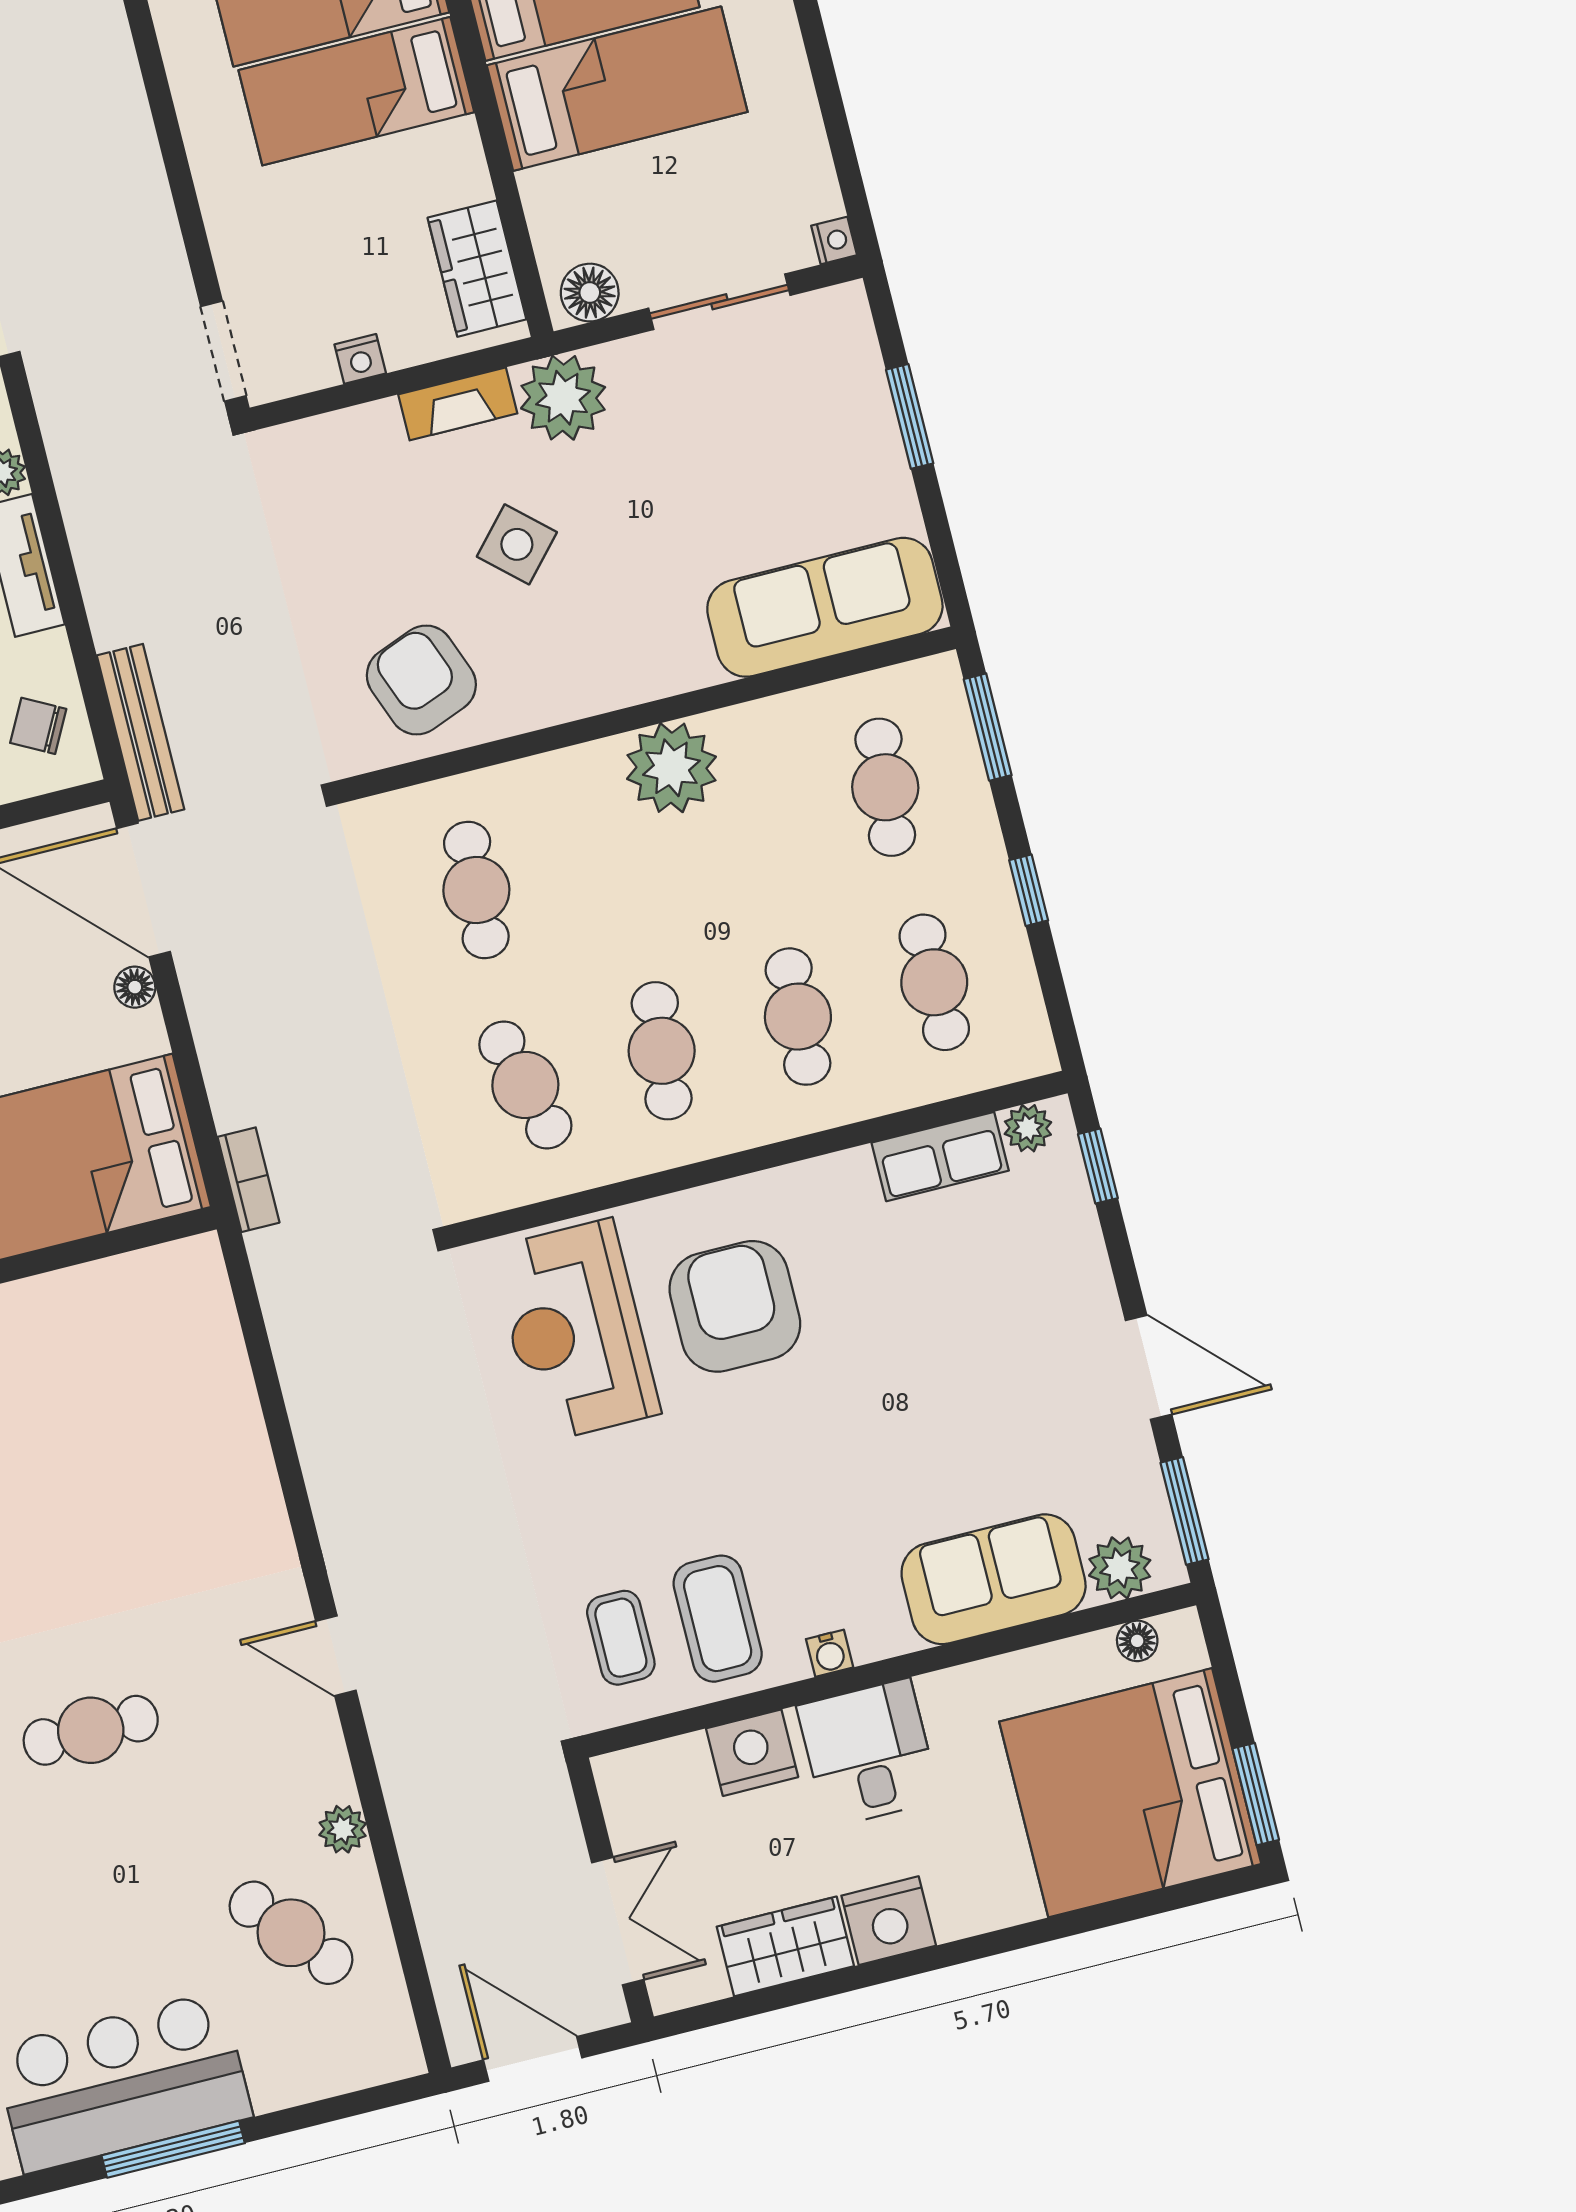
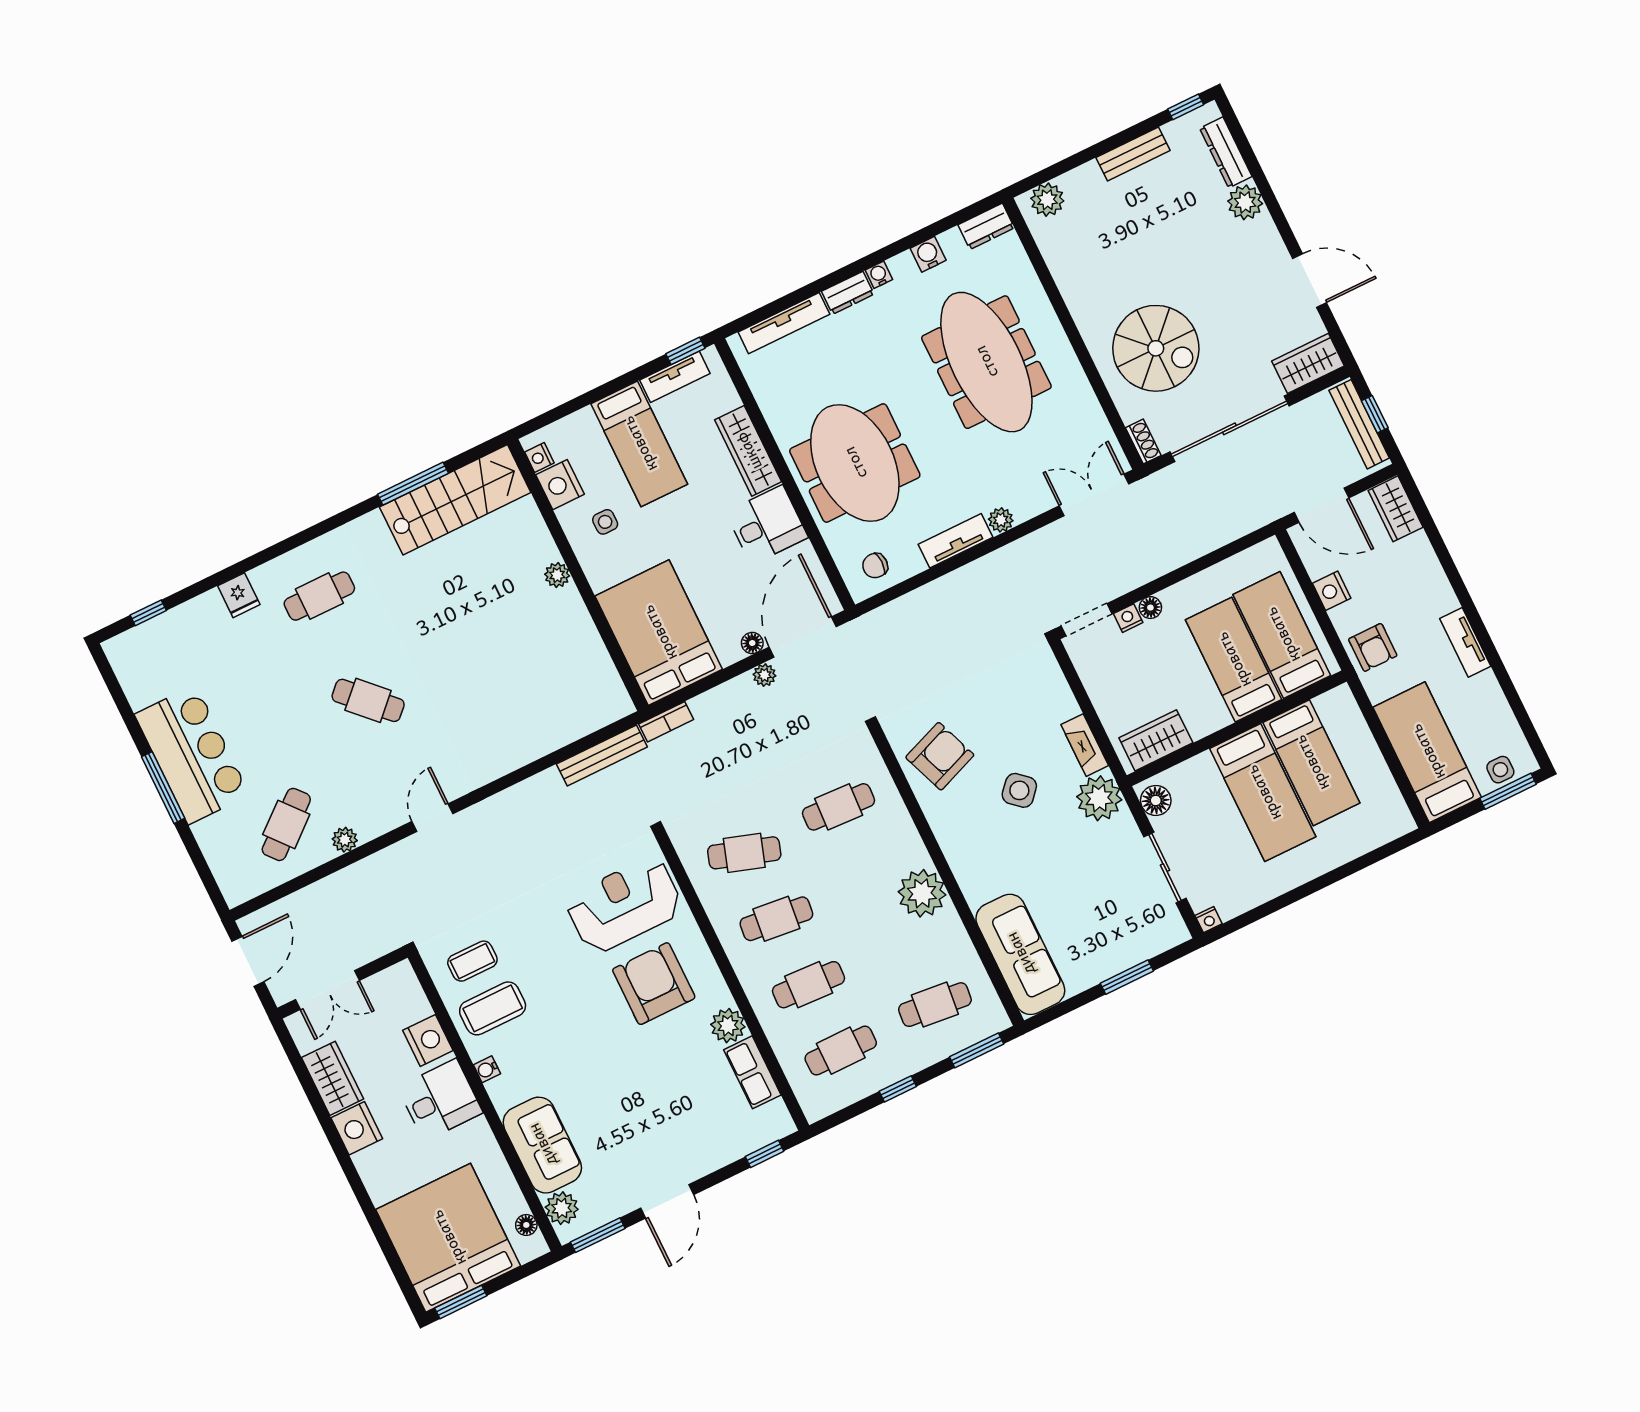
floor lamp: (226, 226) -> (1150, 608), added
nightstand: (360, 359) -> (1128, 618), moved, turned 90
chair: (38, 726) -> (875, 566), turned -118
bench: (141, 732) -> (602, 756), moved
plant: (200, 977) -> (764, 675), added
cafe table: (525, 1085) -> (744, 853), turned 33
plant: (1028, 1128) -> (728, 1026), moved, width x1.38, depth x1.38
armchair: (735, 1306) -> (654, 984), turned -90
cafe table: (91, 1730) -> (368, 700), turned -45

